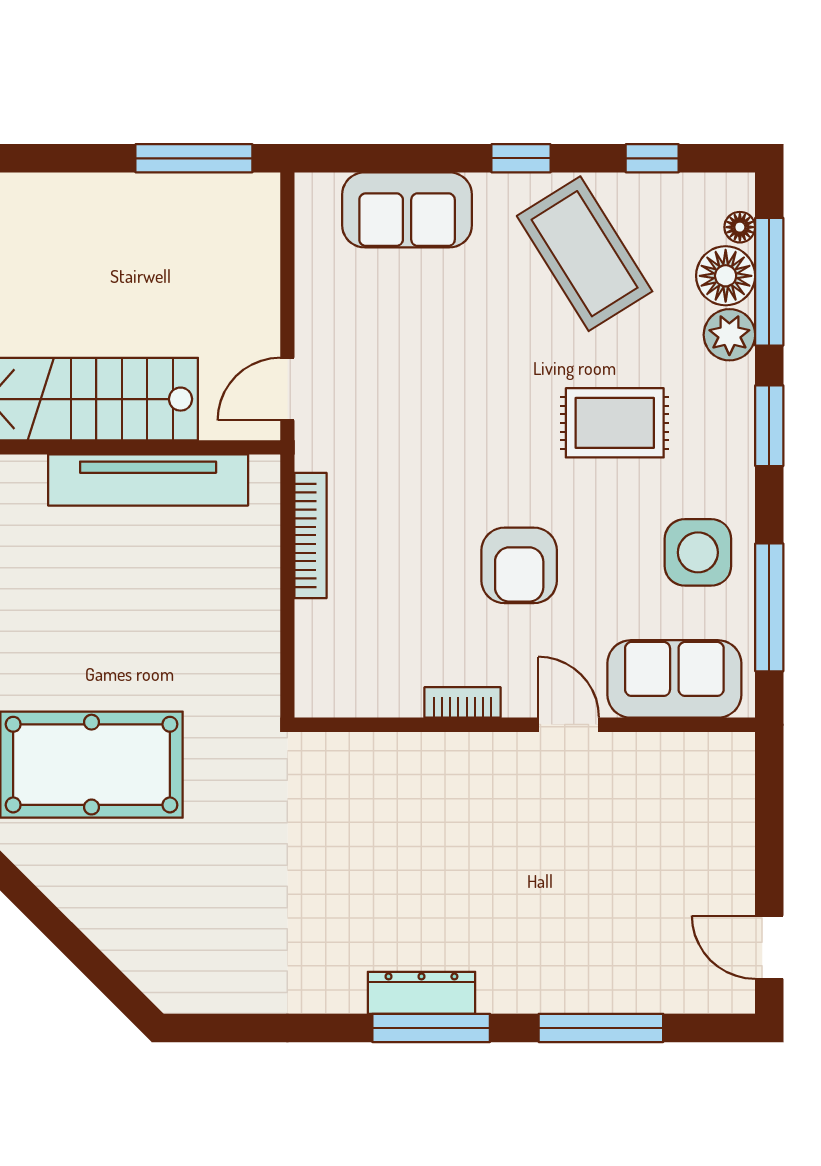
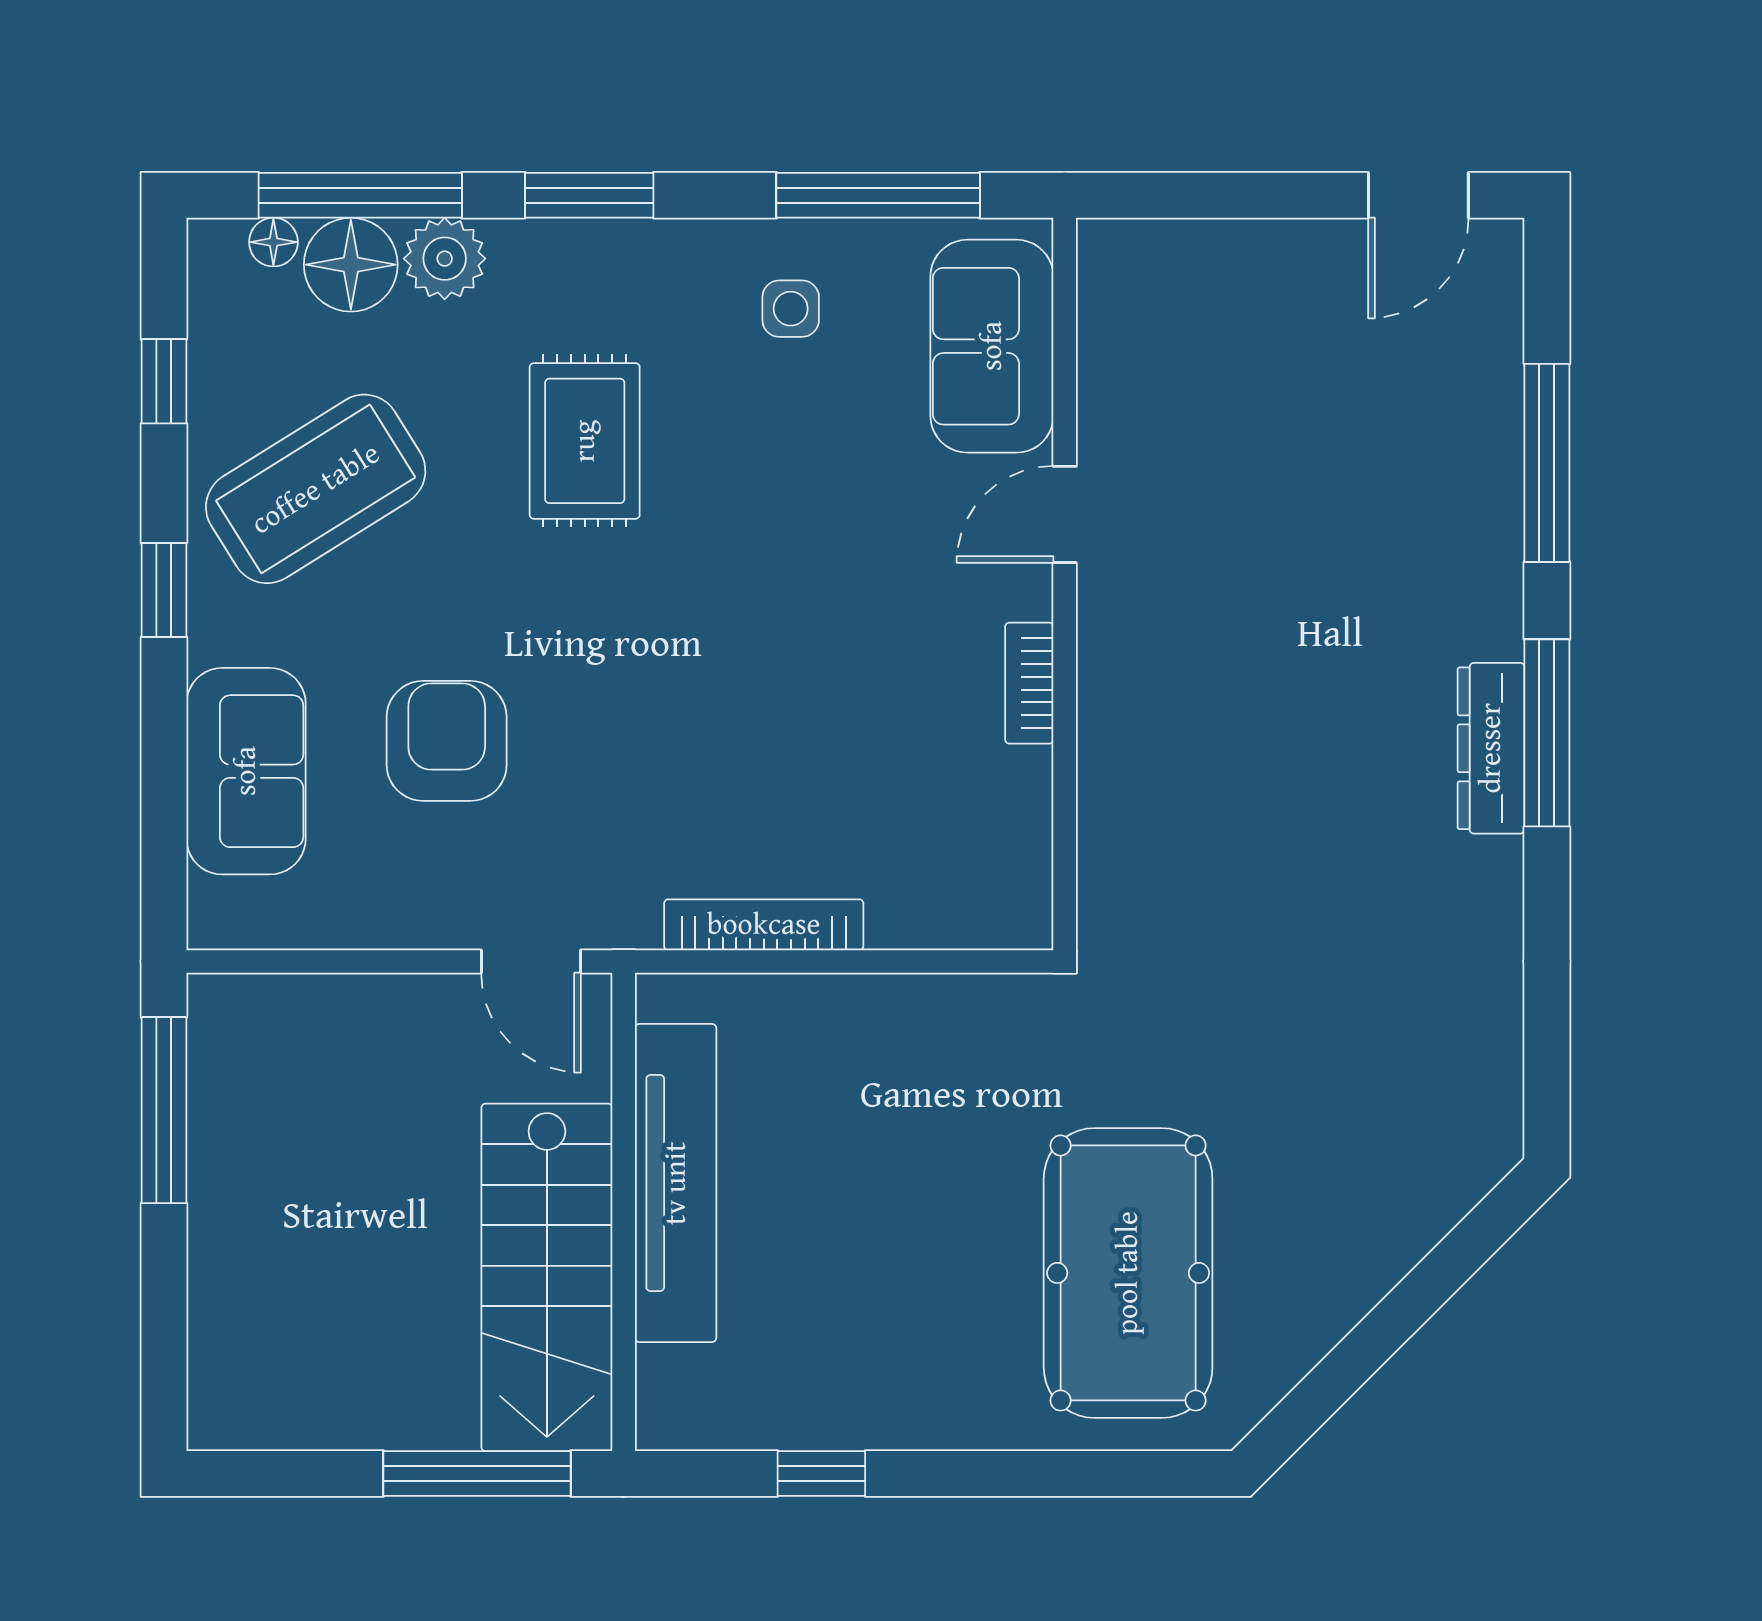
side table: (698, 552) -> (791, 309), width x0.54, depth x0.54
armchair: (519, 565) -> (447, 741), moved, turned -90

